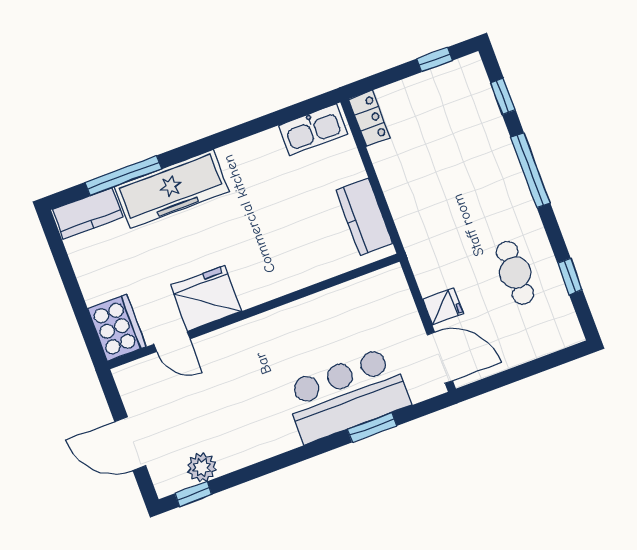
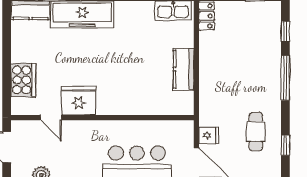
fridge: (206, 299) -> (79, 101), moved
wall: (253, 311) -> (102, 118), moved
door: (172, 342) -> (51, 118), moved

